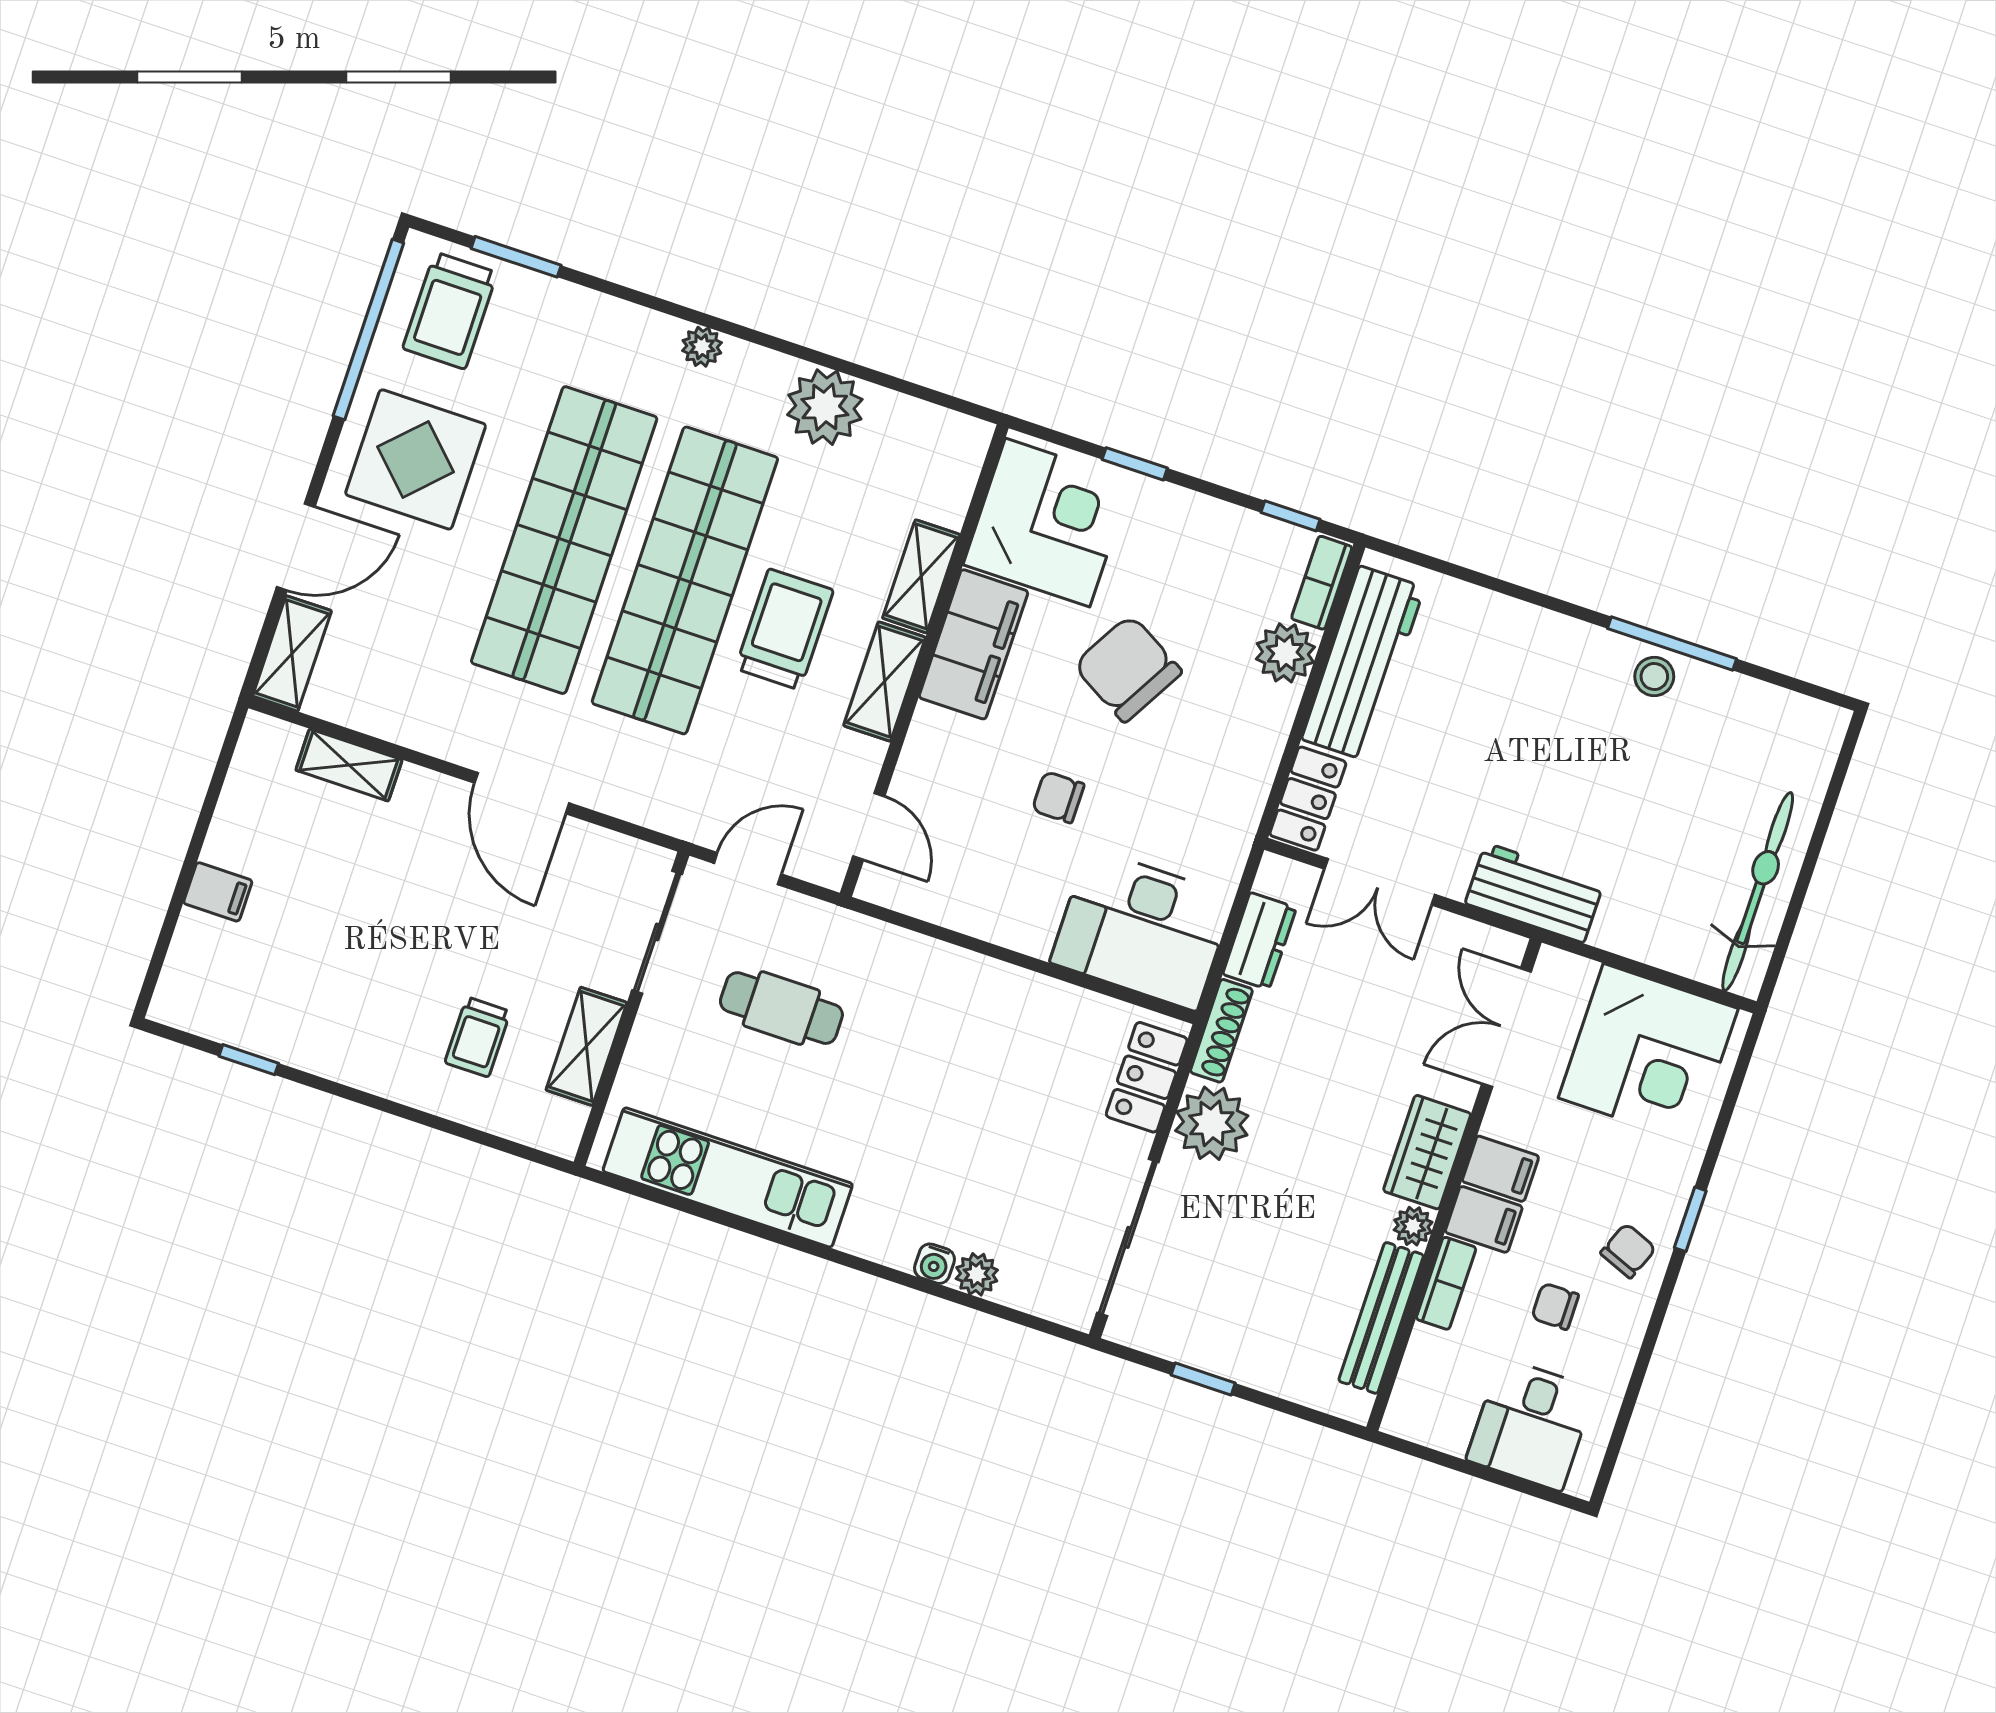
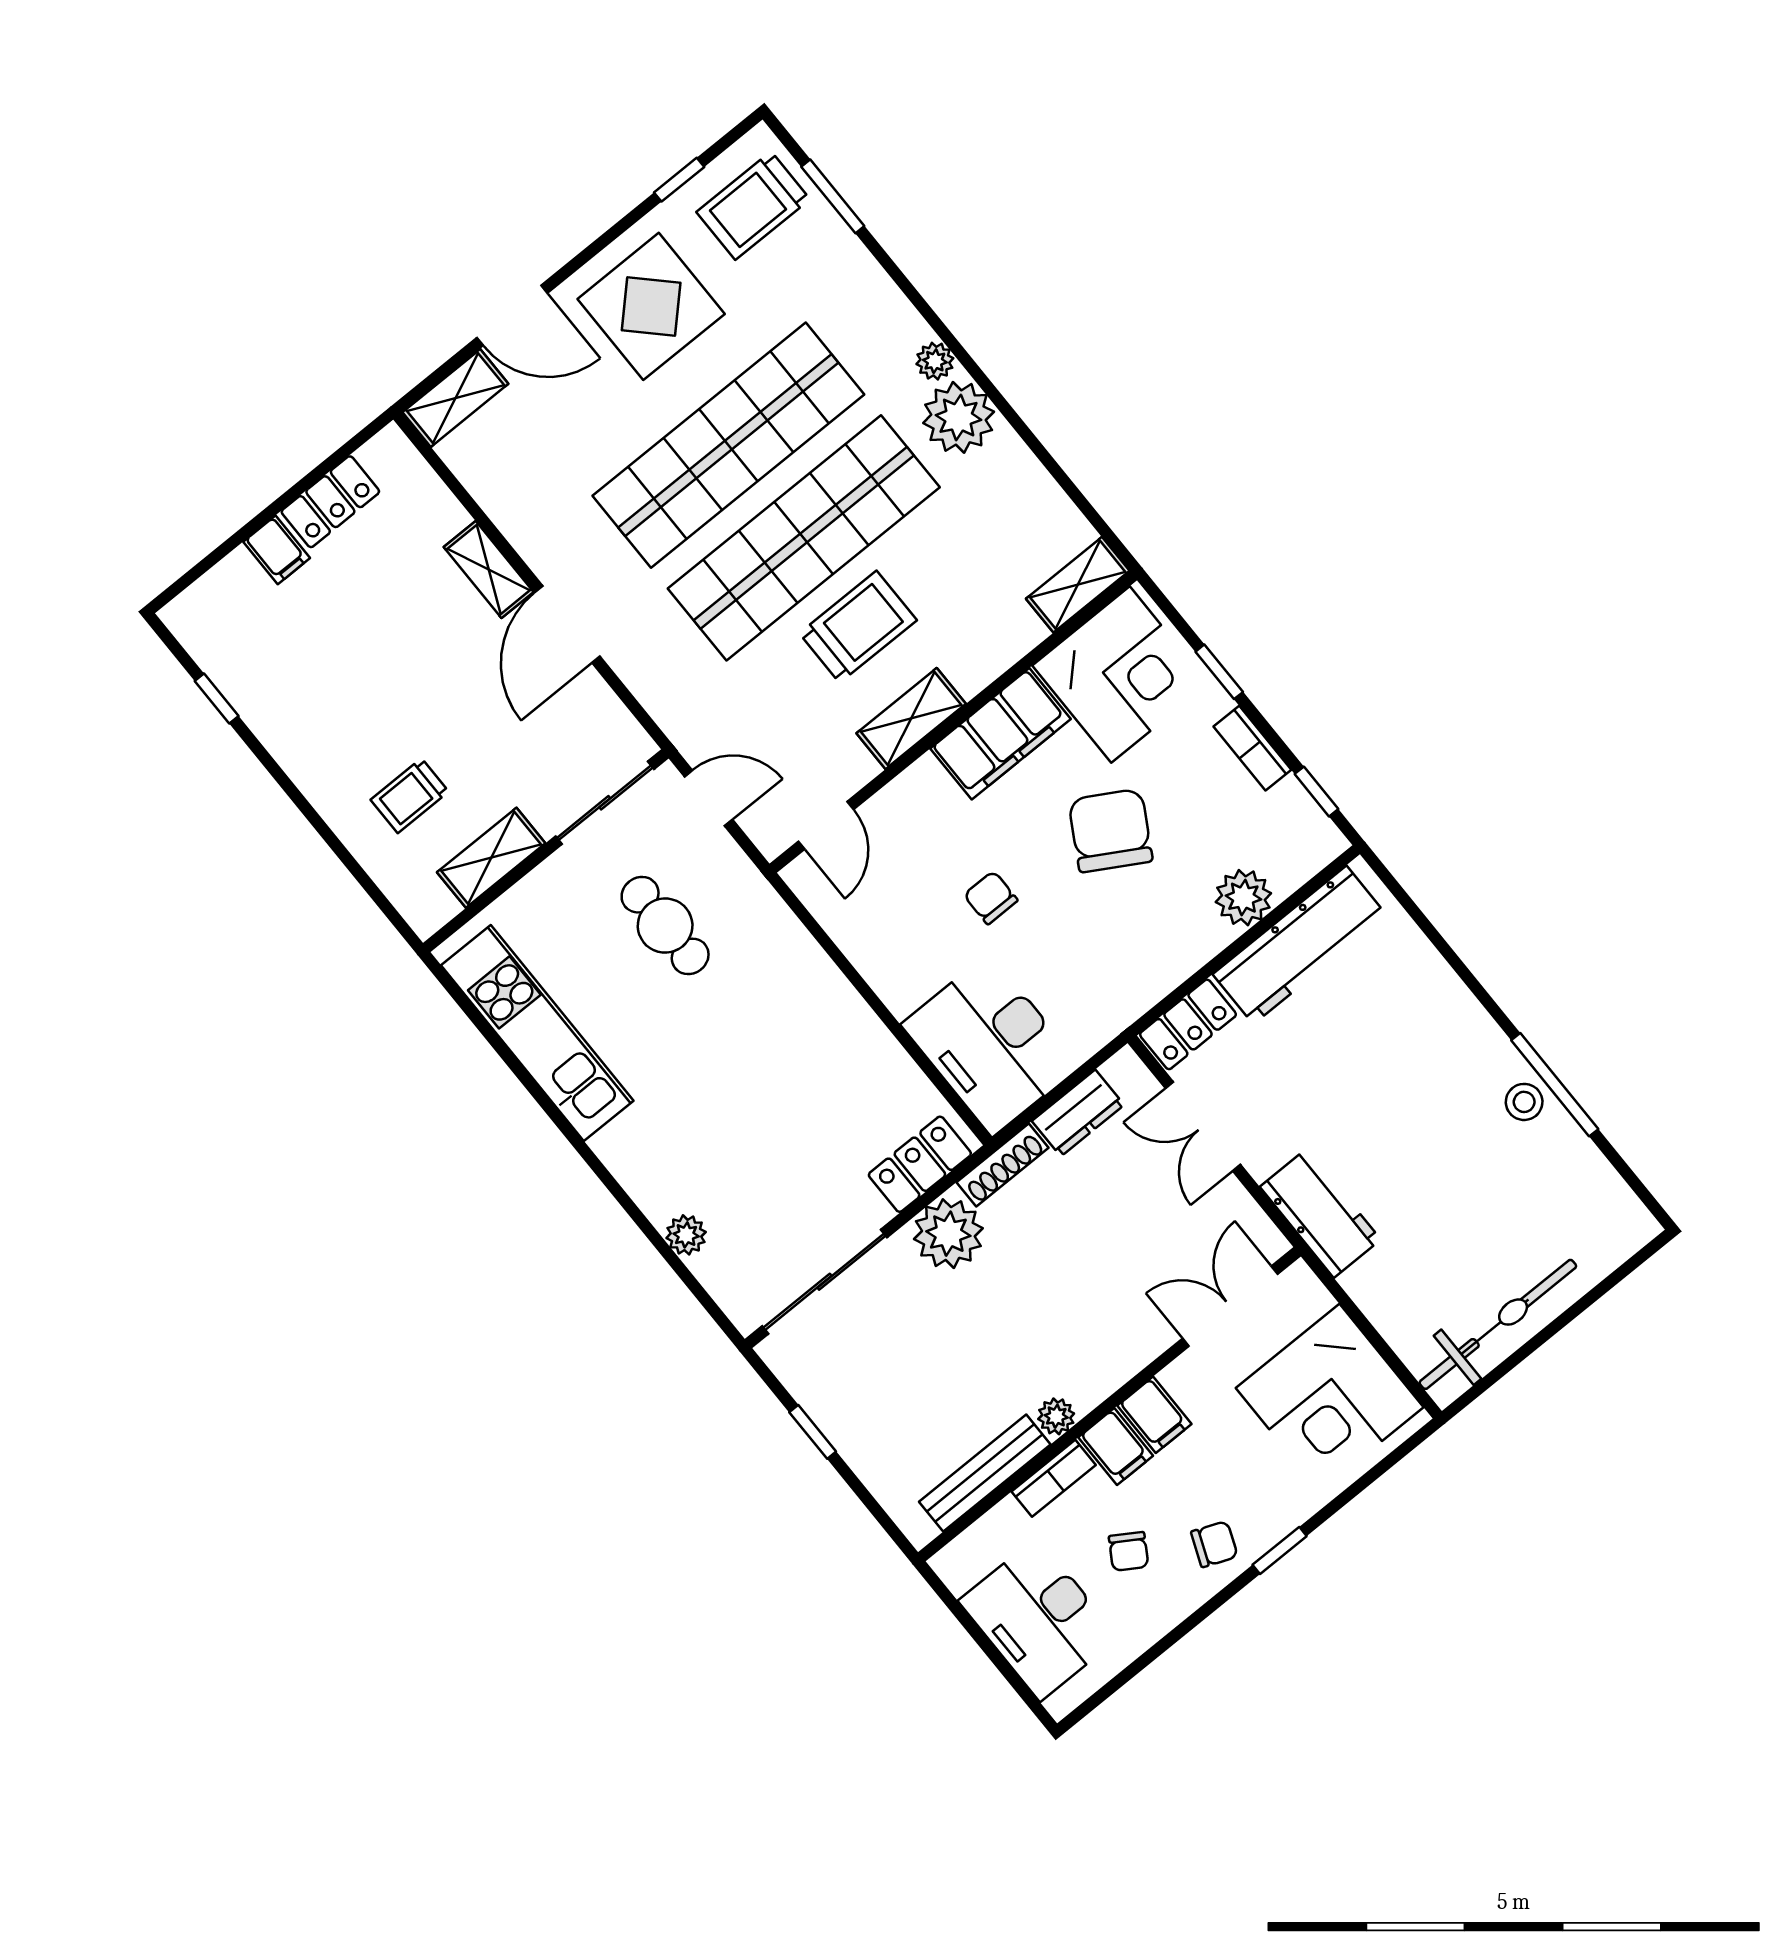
window: (368, 330) -> (679, 180), width x0.32
plant: (825, 407) -> (959, 417), moved
shelving: (921, 576) -> (1078, 585), moved
bookcase: (1322, 583) -> (1252, 748), moved, turned -90
shelving: (349, 765) -> (489, 570), moved
locker: (239, 818) -> (330, 502), added
wardrobe: (1427, 1152) -> (1105, 1365), removed
water cooler: (935, 1264) -> (658, 1205), removed
chair: (1555, 1306) -> (1129, 1551), turned -148
desk: (1531, 1424) -> (1039, 1619), width x1.37

